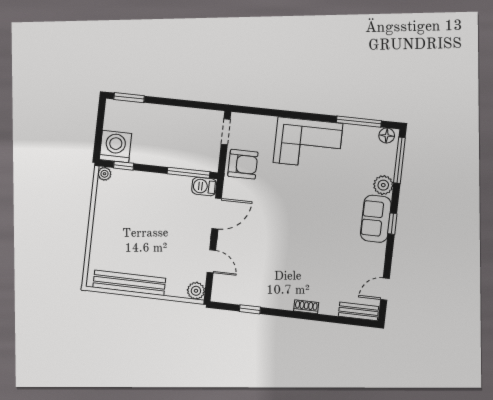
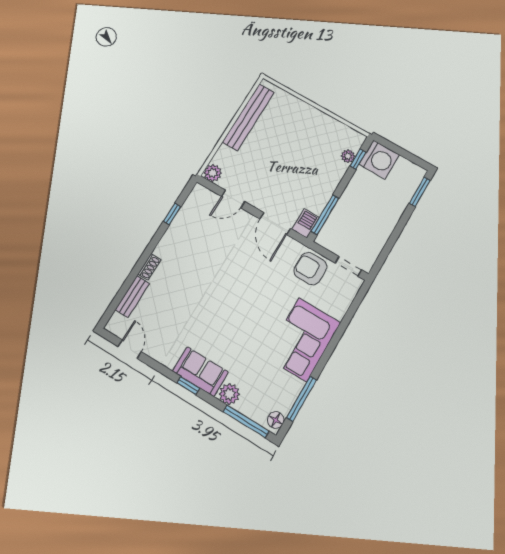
armchair: (243, 164) -> (310, 269), turned 90
plant: (104, 174) -> (348, 156), moved
bench: (359, 311) -> (132, 297), moved

